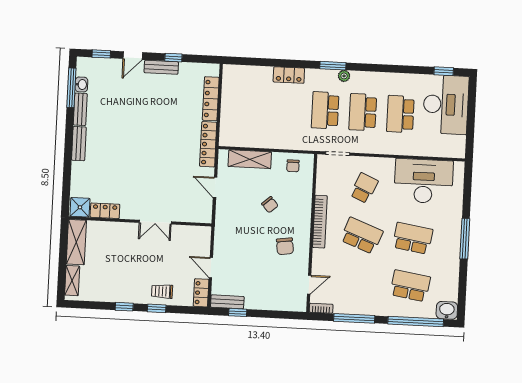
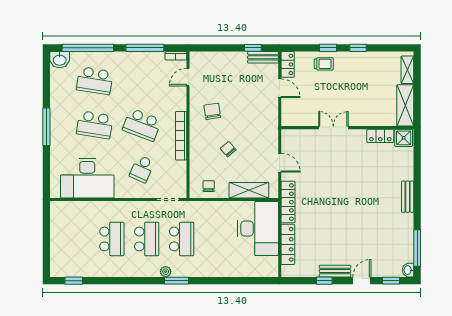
locker: (289, 75) -> (217, 270), removed
washbasin: (81, 84) -> (408, 270), moved
desk: (446, 105) -> (258, 228), moved, turned 180
bench: (80, 109) -> (408, 228), removed

